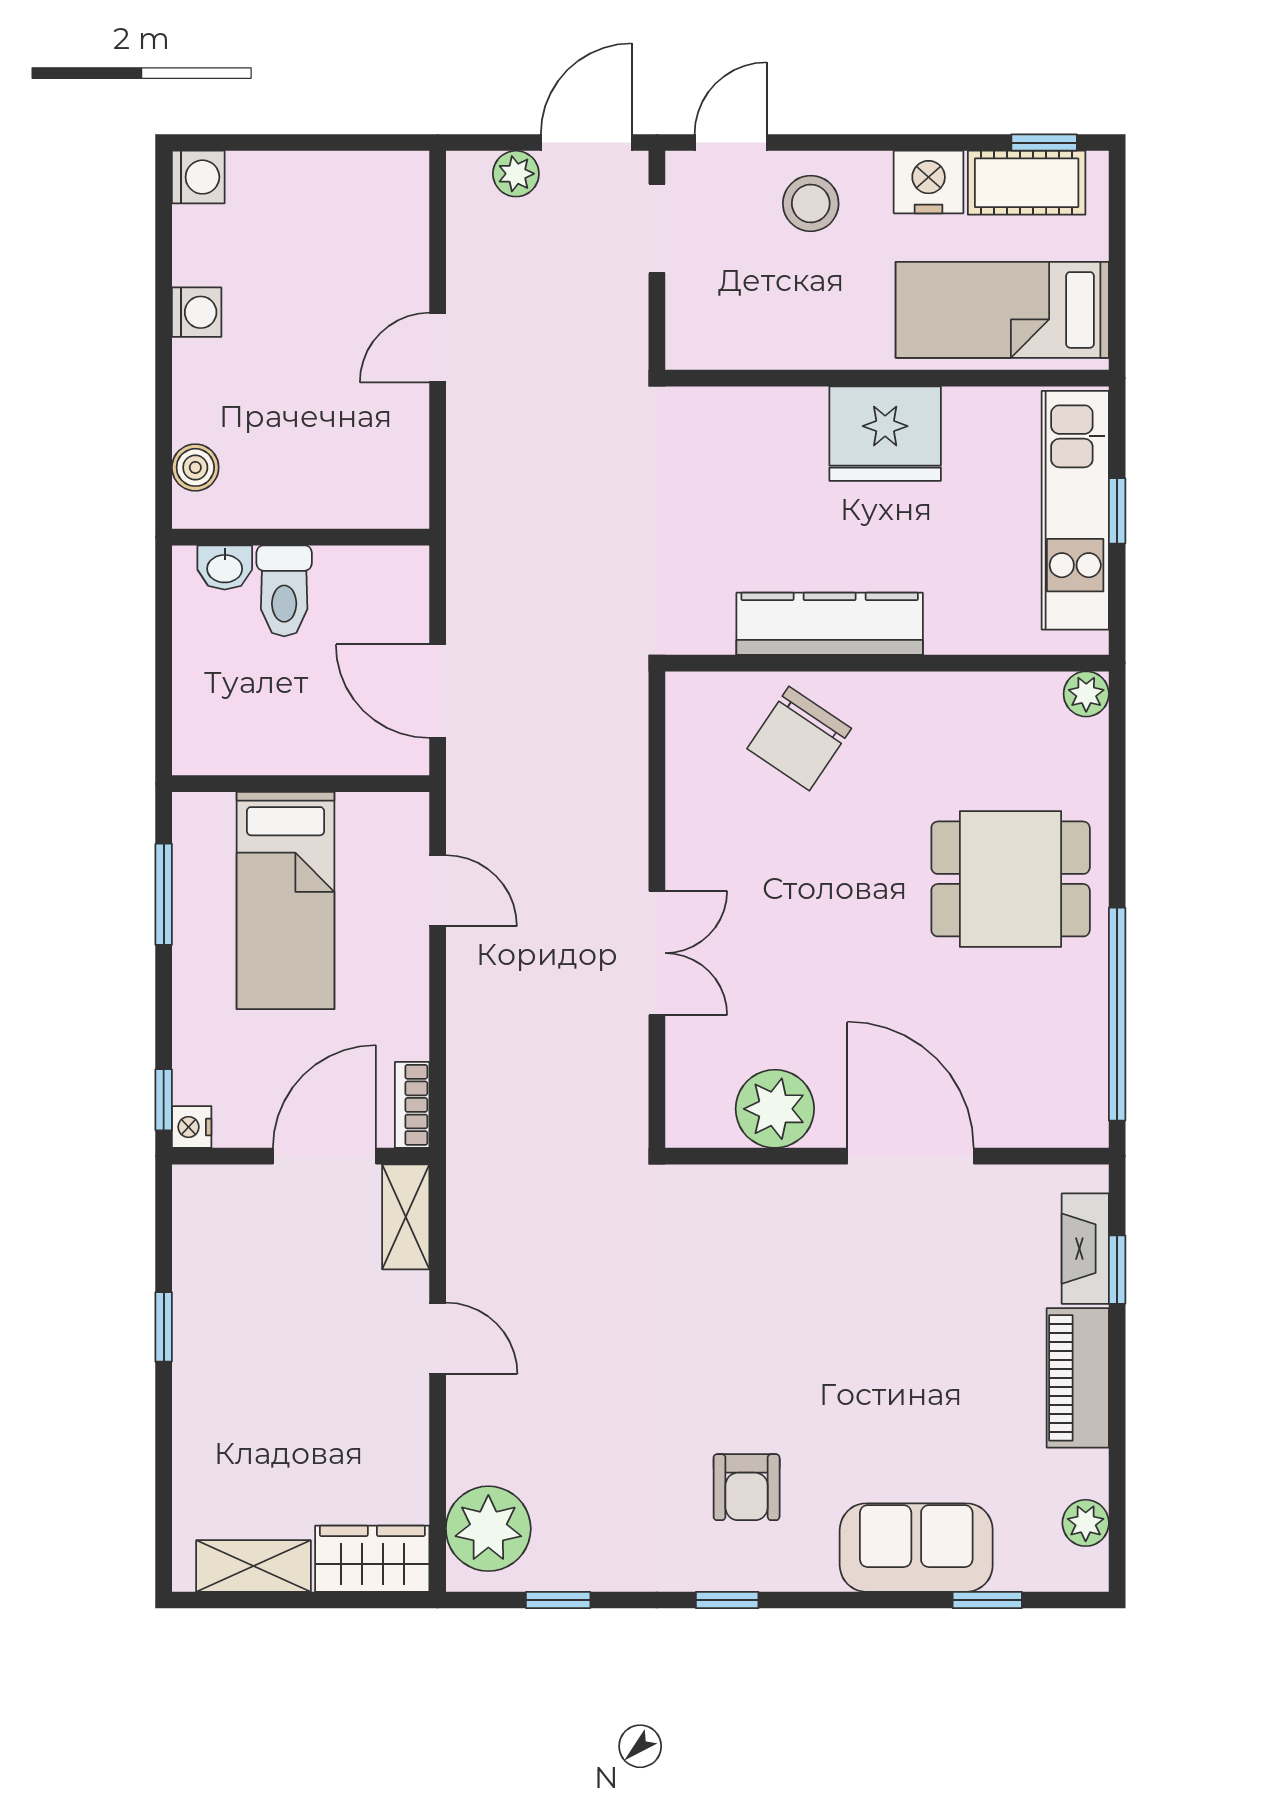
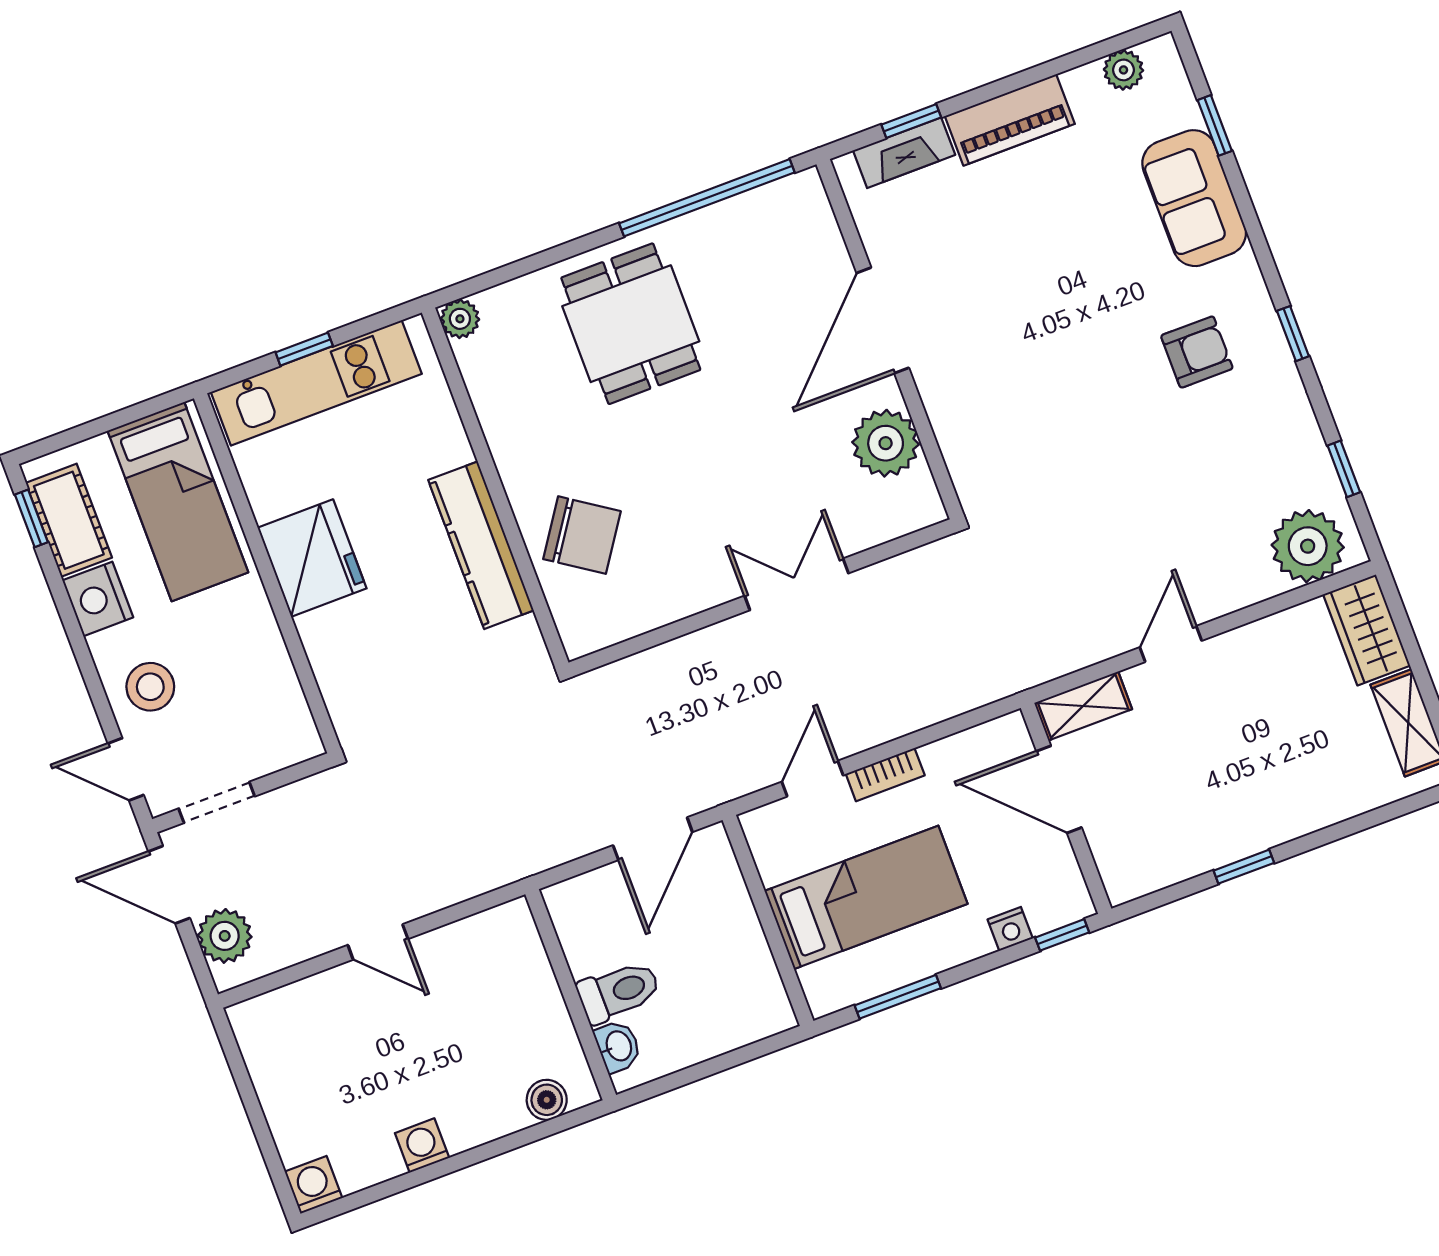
plant: (516, 174) -> (225, 936), width x1.38, depth x1.38
bookcase: (412, 1105) -> (885, 775), moved
nightstand: (192, 1127) -> (1010, 929), moved

